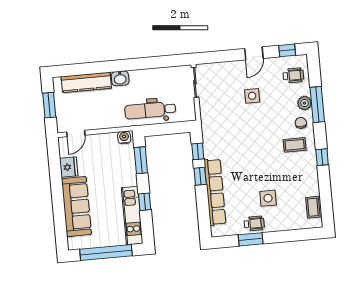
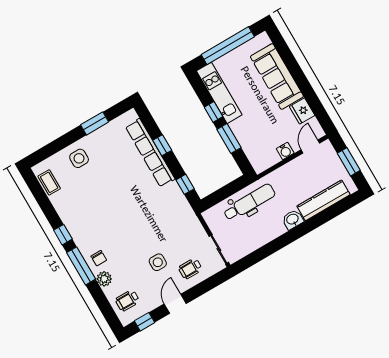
window: (317, 105) -> (81, 266), moved
water cooler: (124, 137) -> (285, 151), moved
coffee table: (295, 145) -> (95, 234), removed
window: (141, 160) -> (229, 138), moved
window: (200, 176) -> (162, 145), moved
side table: (268, 198) -> (79, 158), moved
wheelchair: (254, 223) -> (190, 269), moved

